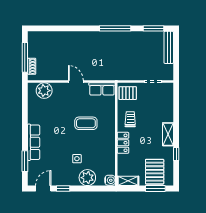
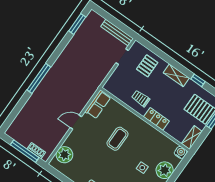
window: (115, 28) -> (39, 78), moved
bench: (169, 47) -> (117, 33), moved
pallet: (128, 93) -> (147, 66), moved

